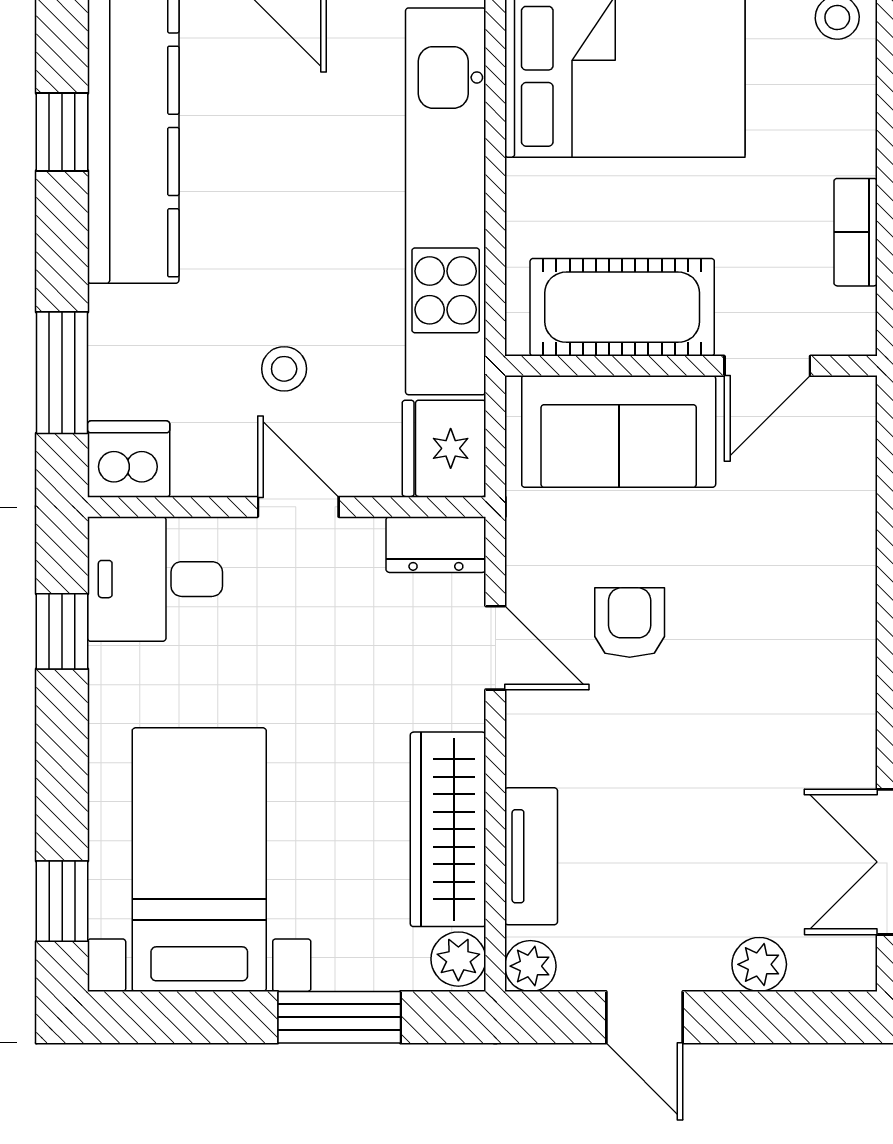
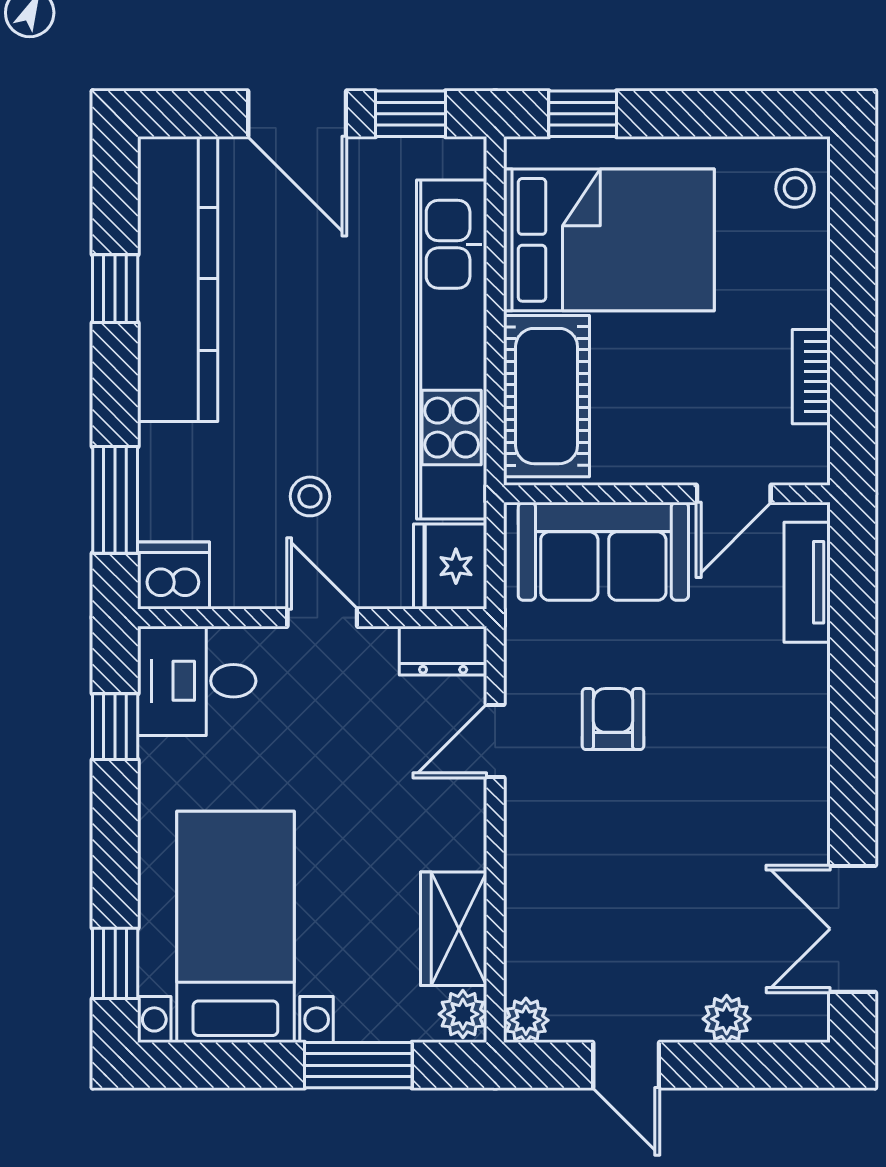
cot: (622, 307) -> (547, 396), moved, turned 90
door: (495, 648) -> (495, 741), swing flipped
wardrobe: (448, 829) -> (454, 929), width x0.67
tv unit: (531, 856) -> (807, 582), moved, turned 180

